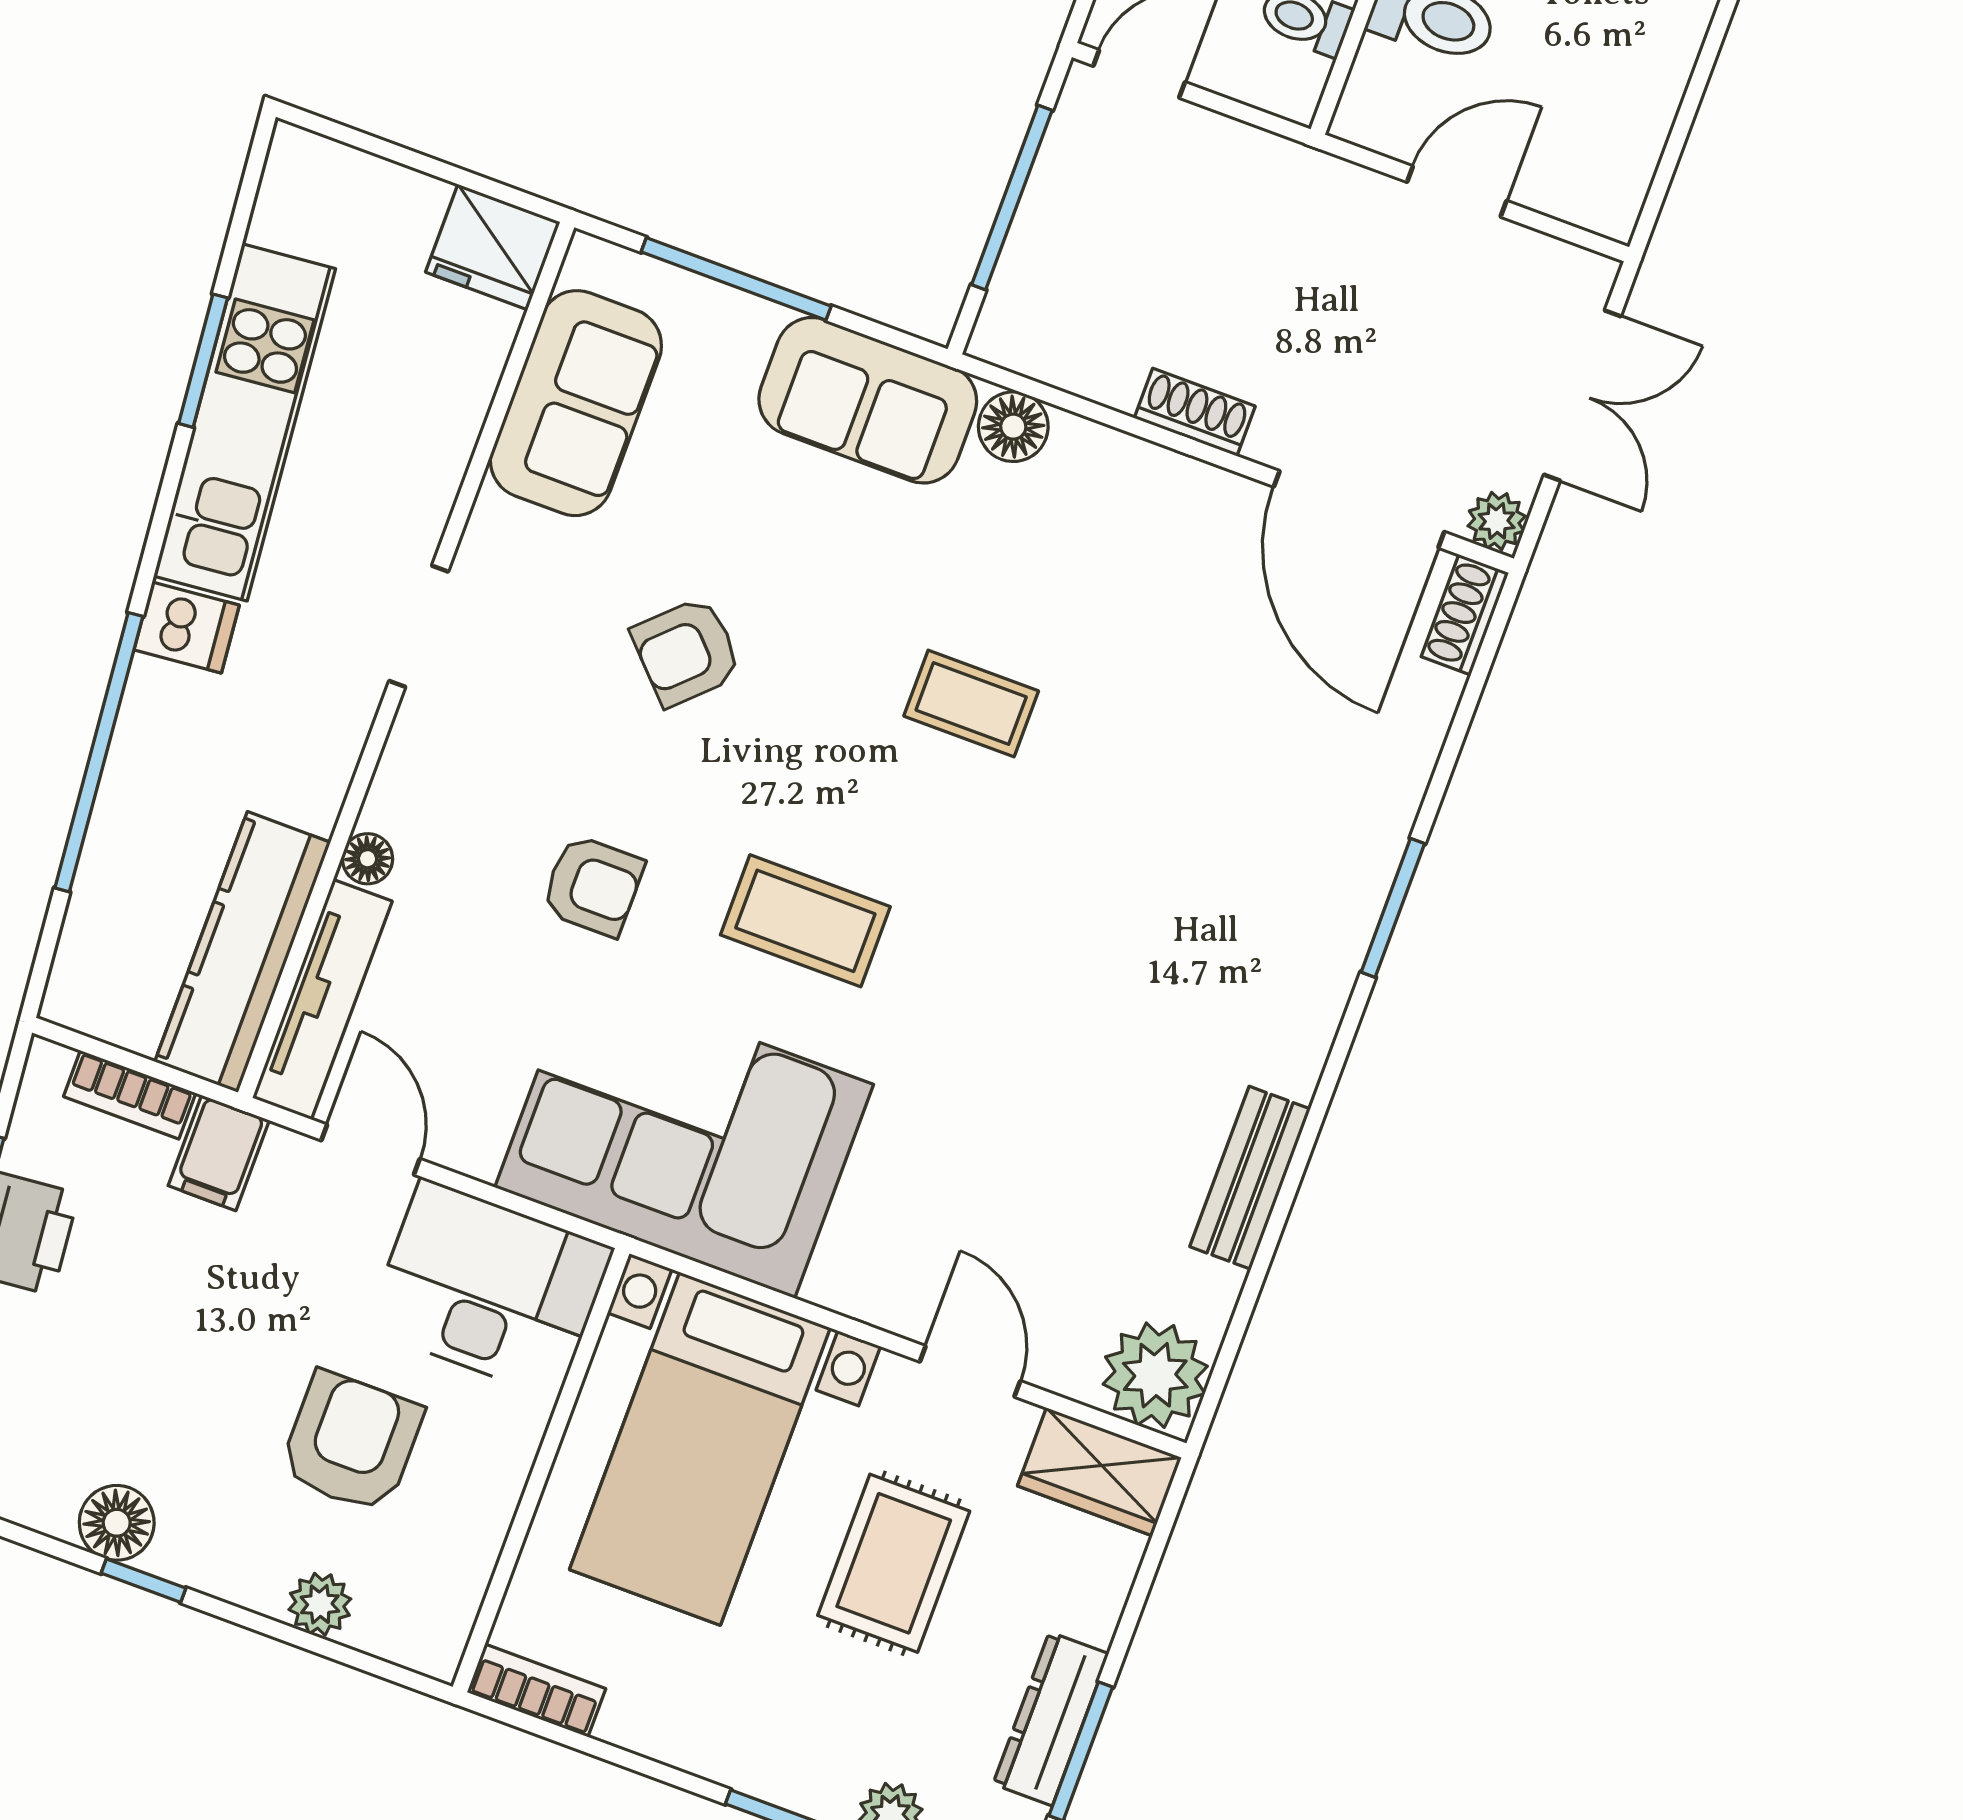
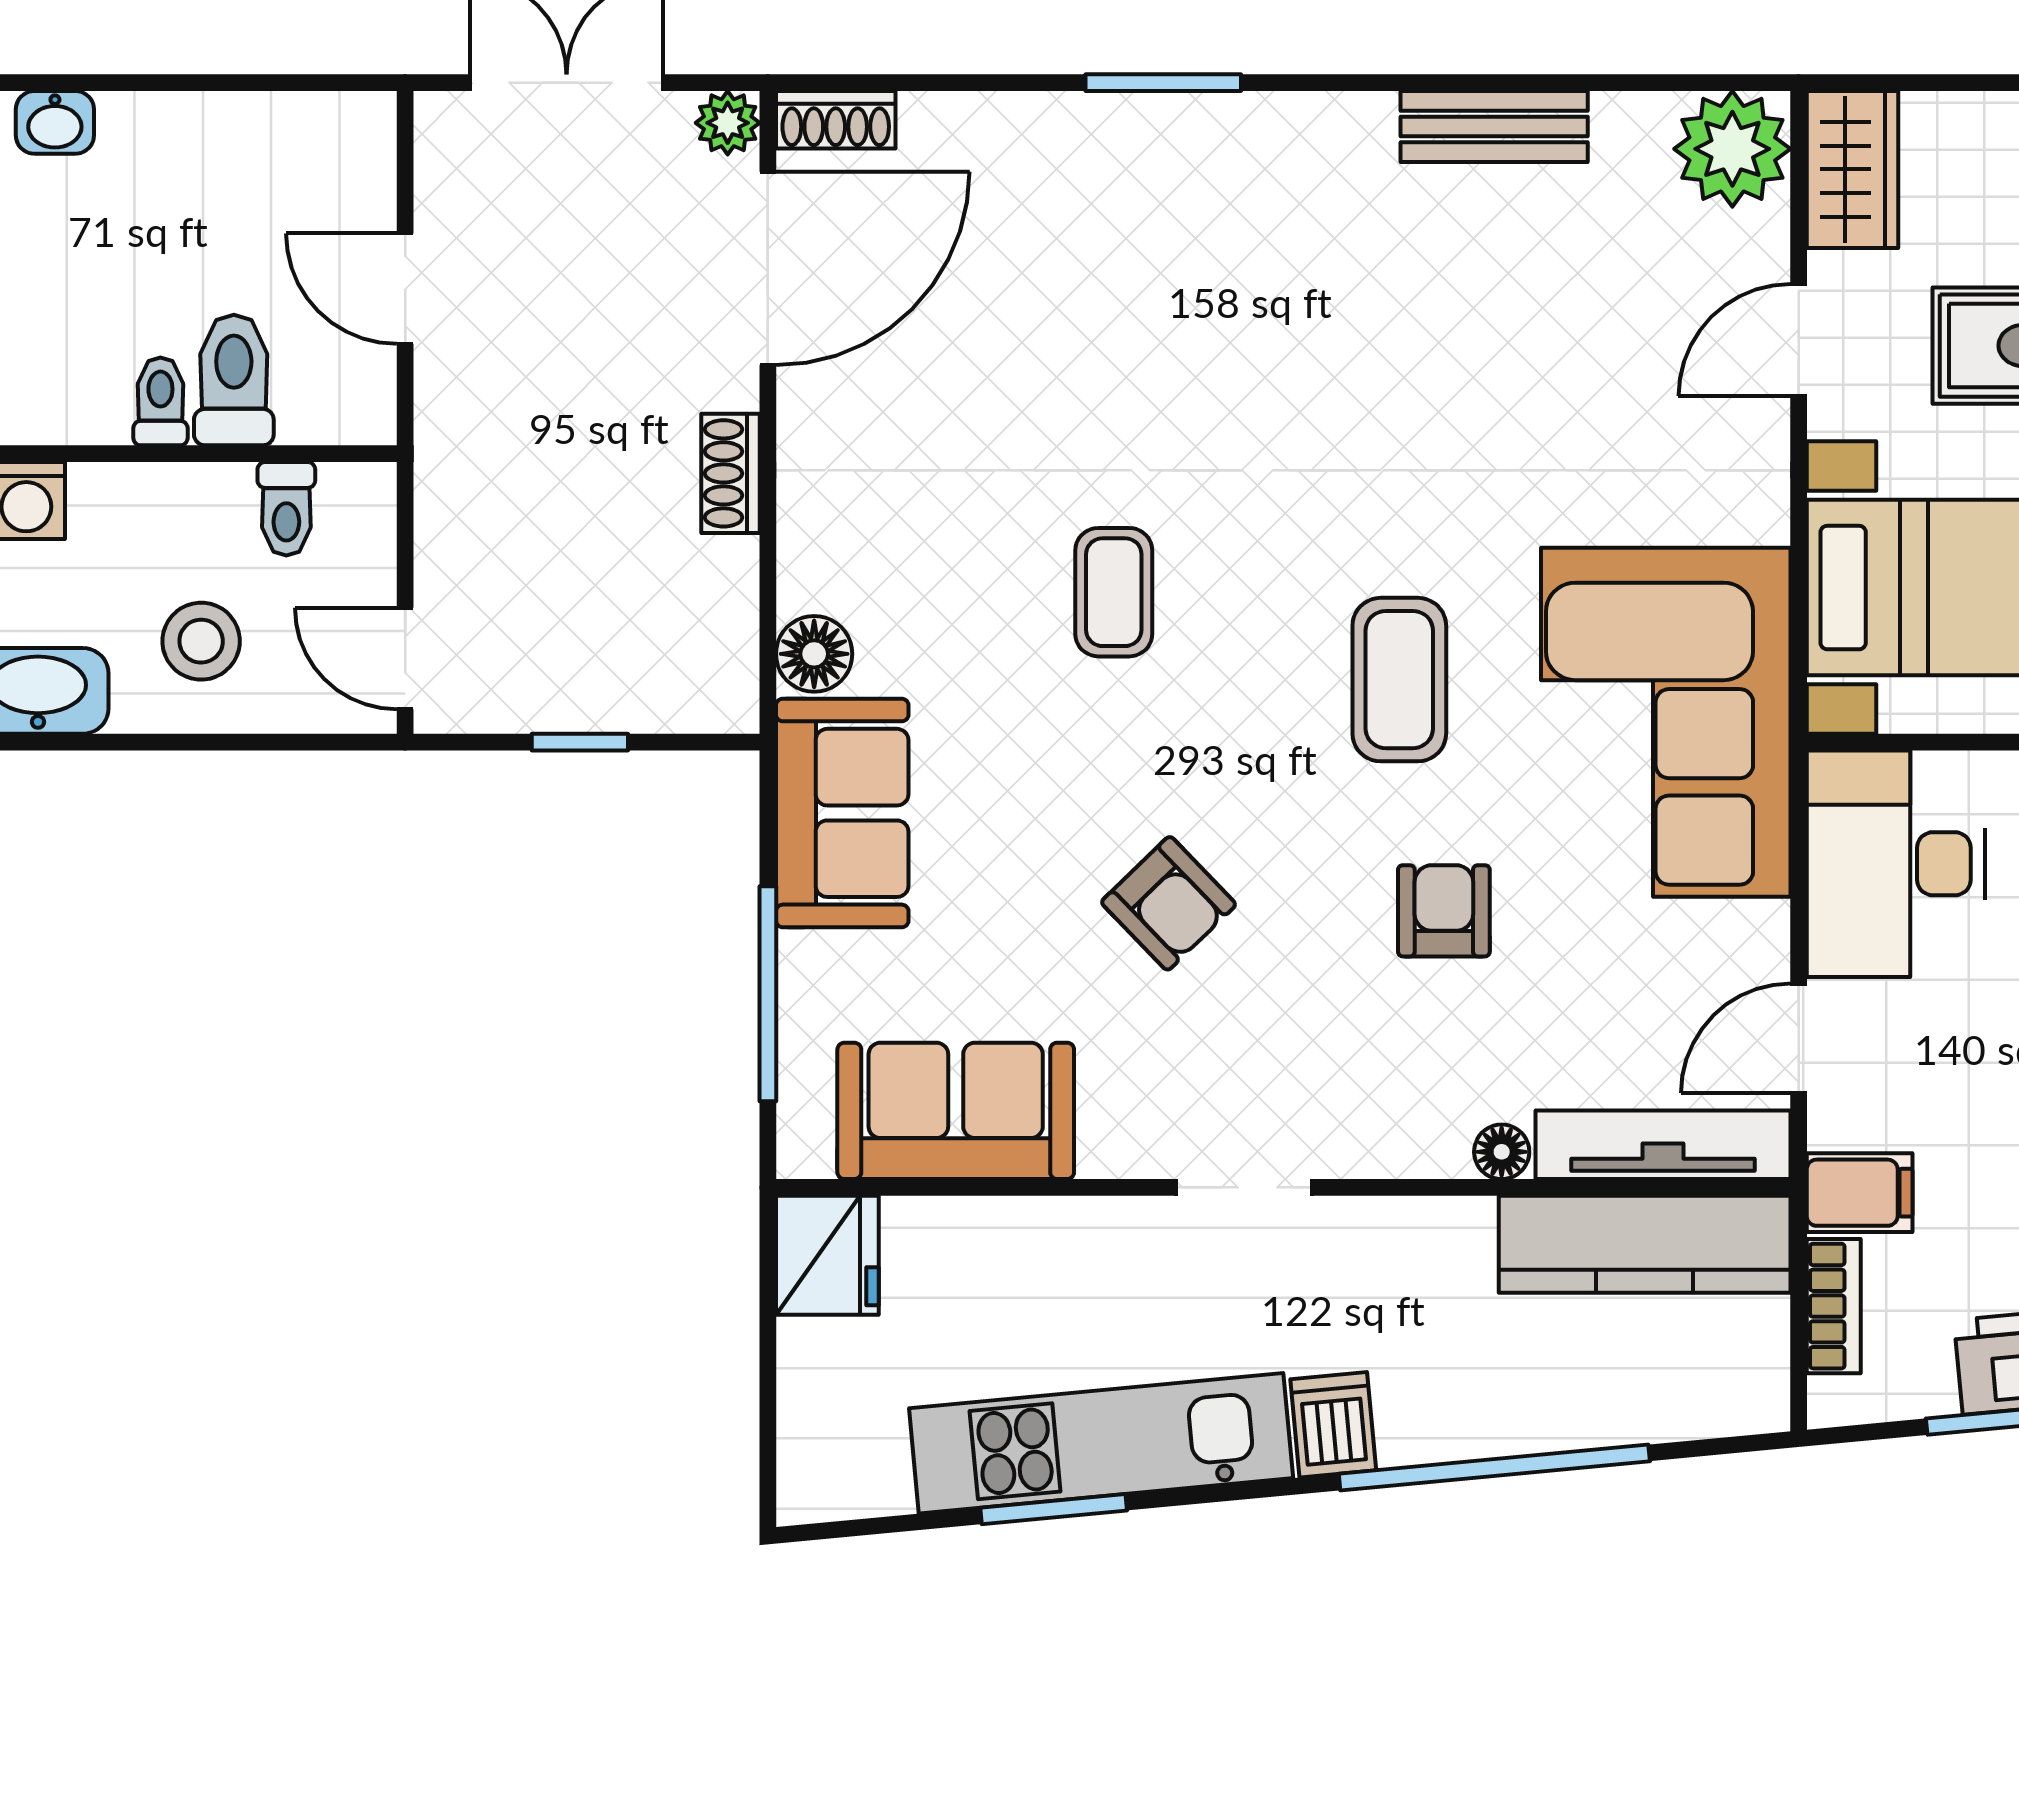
window: (1012, 197) -> (580, 742), width x0.46

